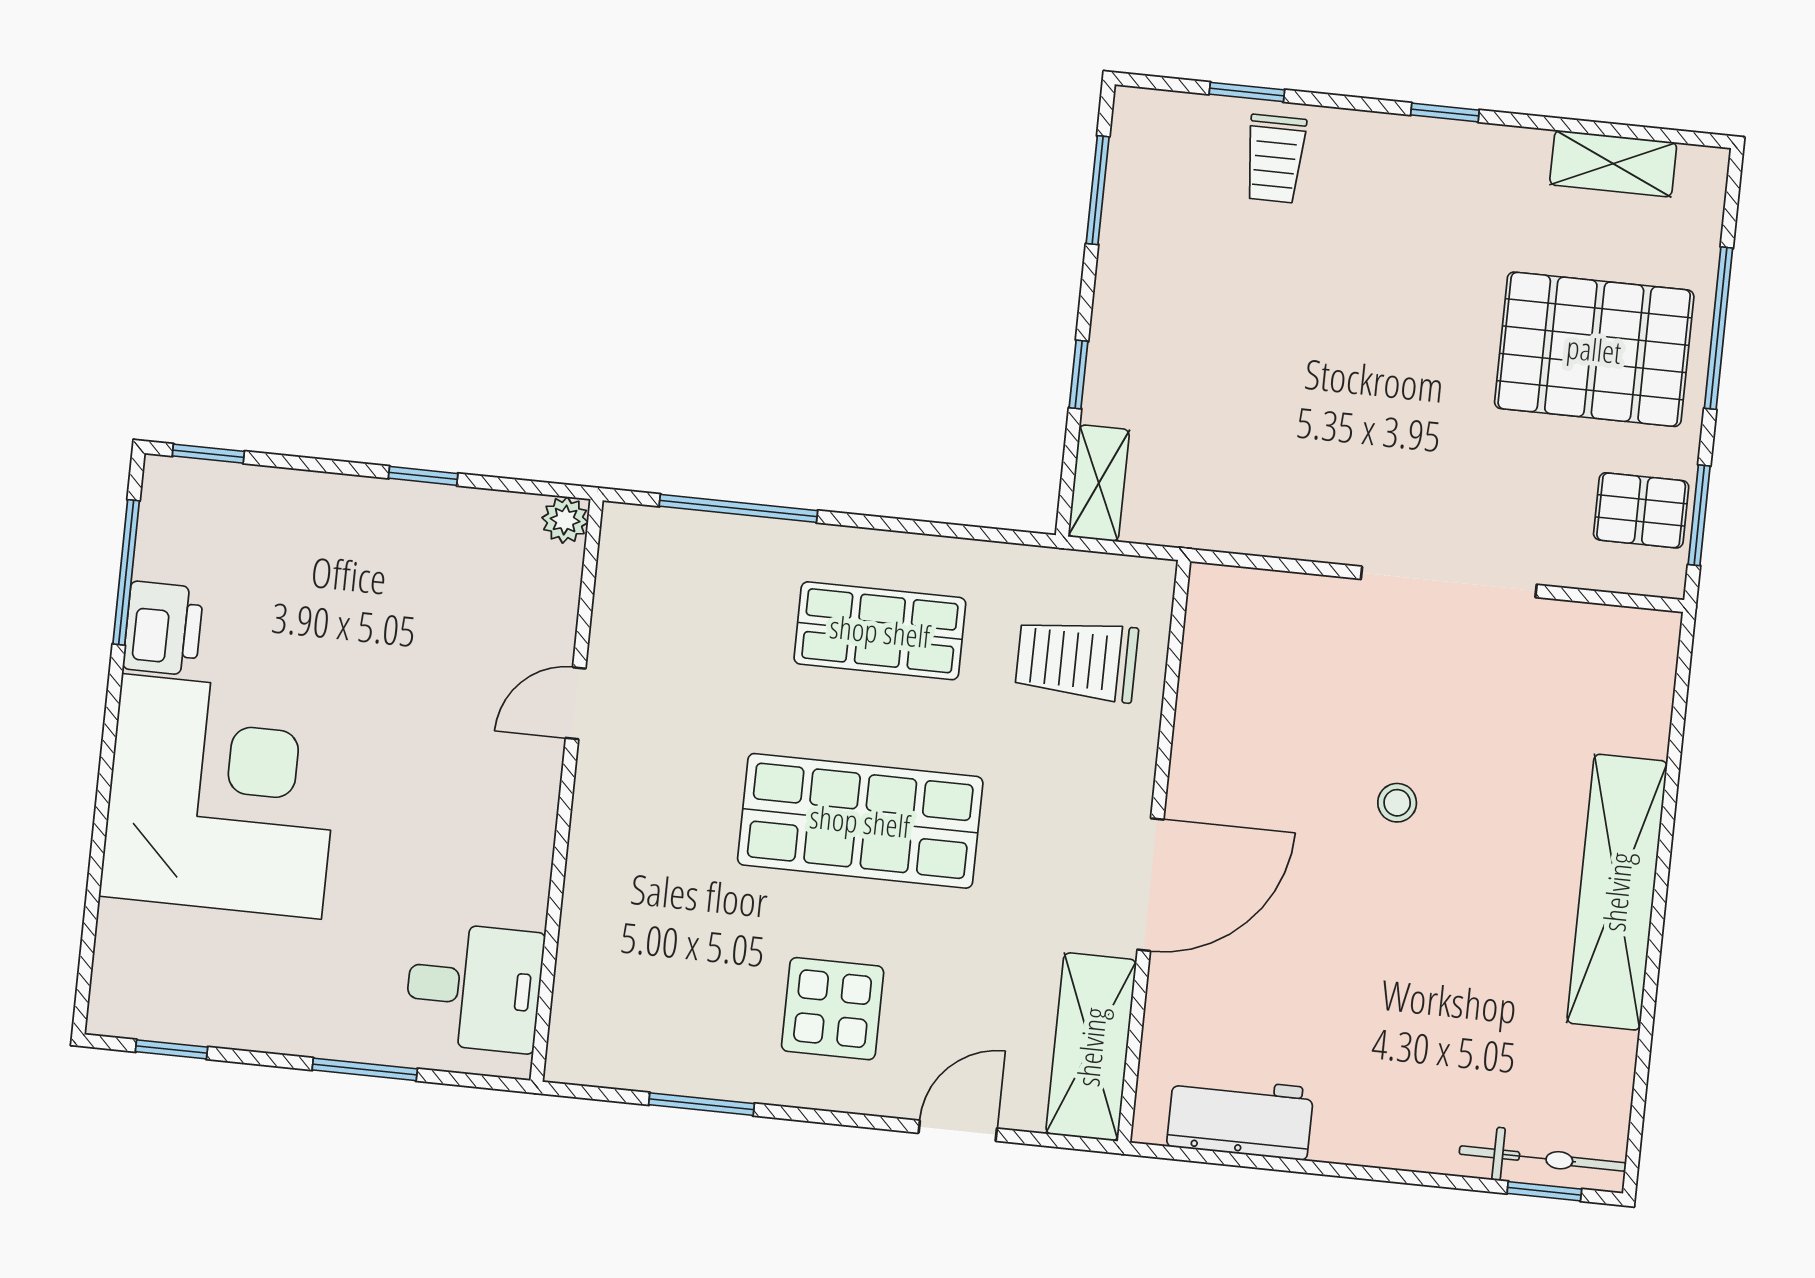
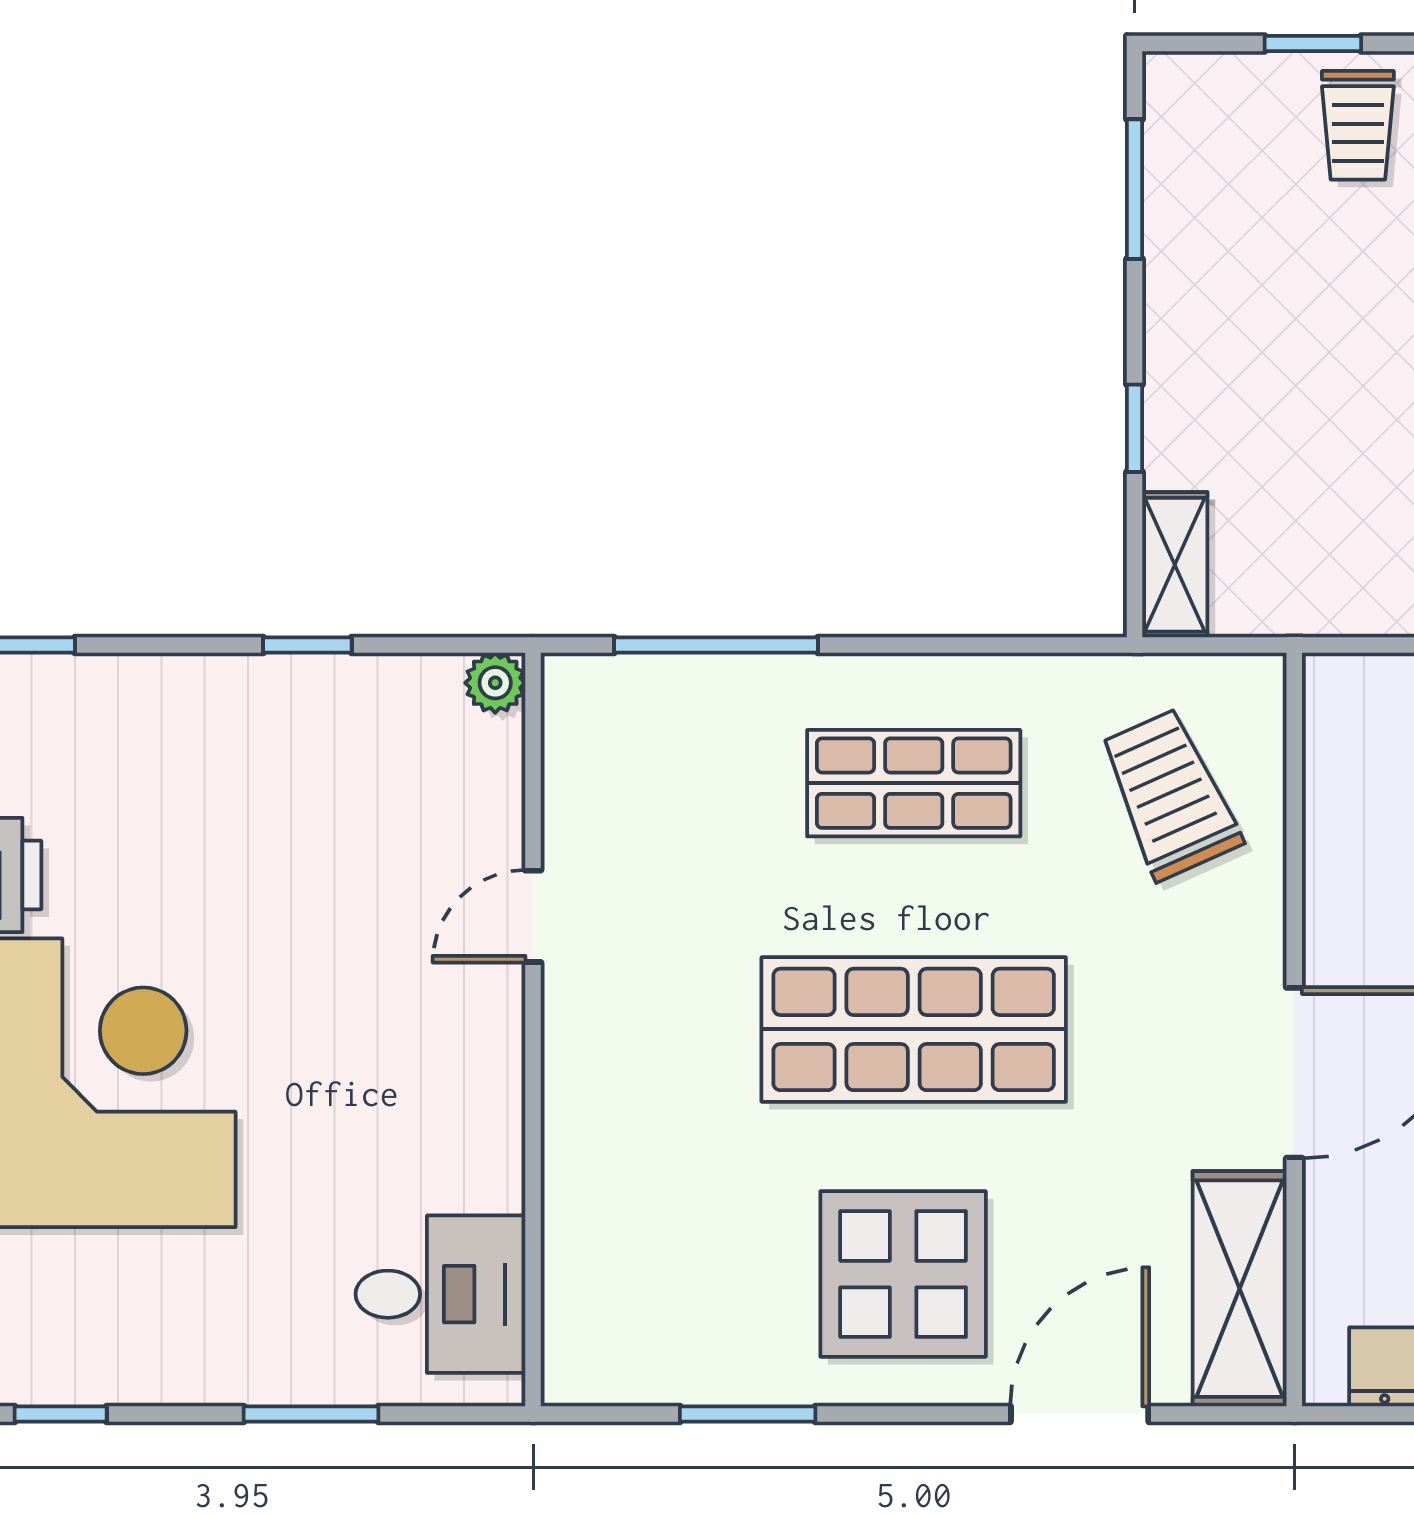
trolley: (1077, 660) -> (1170, 794), turned 66
display table: (833, 1009) -> (903, 1274), width x1.36, depth x1.36
door: (958, 1131) -> (1080, 1414), width x1.38

